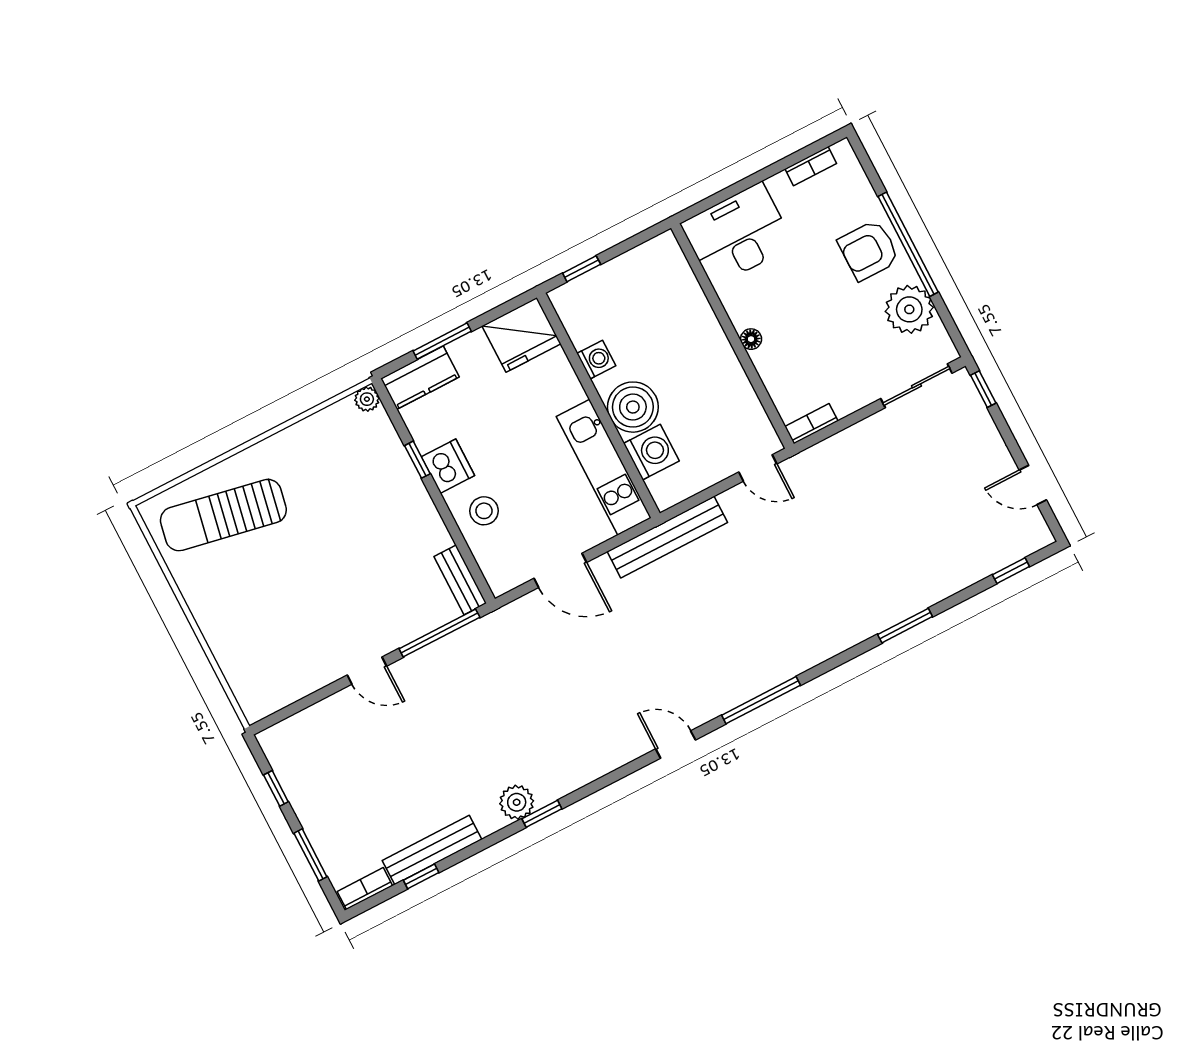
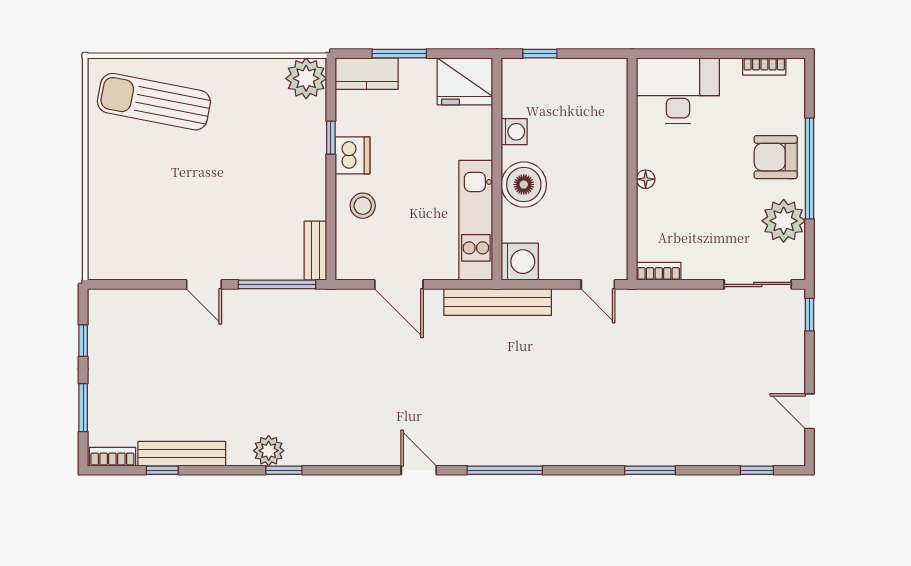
plant: (367, 399) -> (306, 78), width x1.88, depth x1.88
washing machine: (651, 452) -> (520, 262), moved

